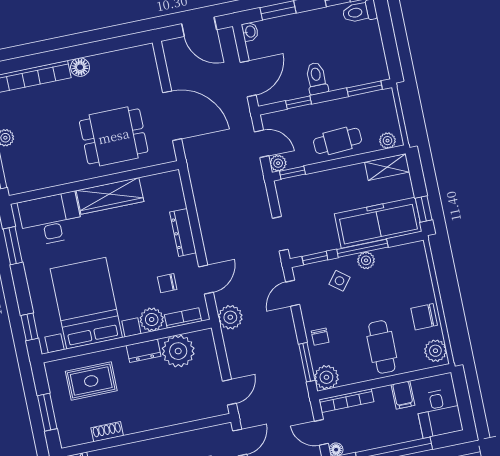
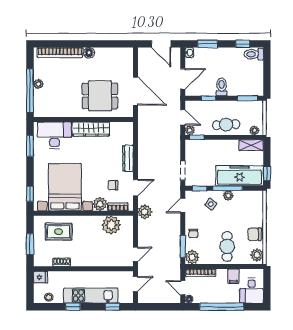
dresser: (144, 351) -> (92, 221), removed

